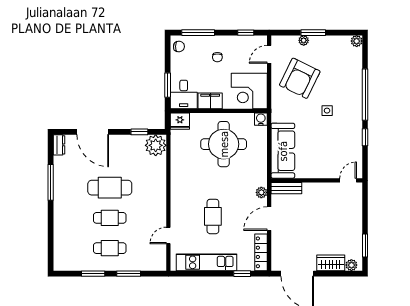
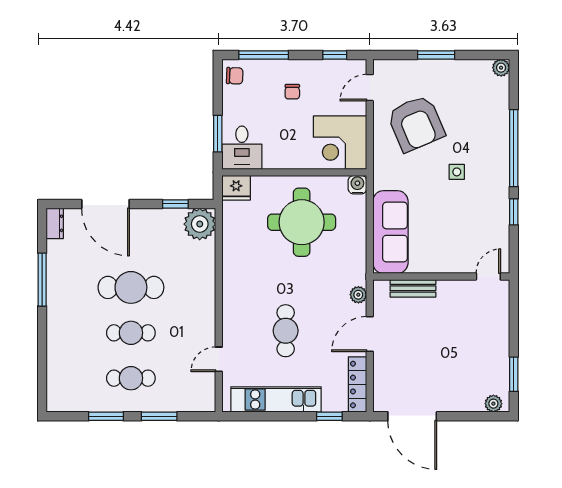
plant: (304, 40) -> (422, 67), removed
armchair: (300, 78) -> (416, 123), turned -49
filing cabinet: (210, 101) -> (281, 157), removed
bench: (286, 188) -> (413, 288), moved
wardrobe: (331, 263) -> (462, 400), removed

